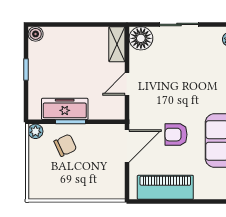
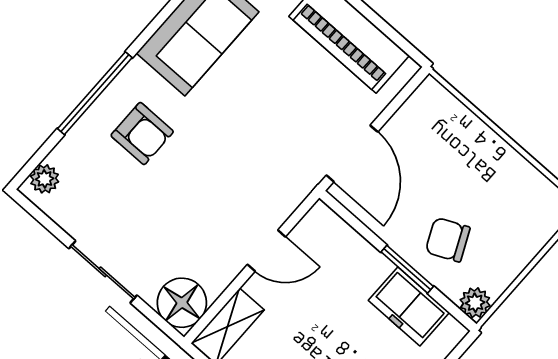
freezer: (65, 109) -> (409, 306), width x0.71
armchair: (176, 135) -> (142, 134), moved
door: (127, 146) -> (352, 154), swing flipped

